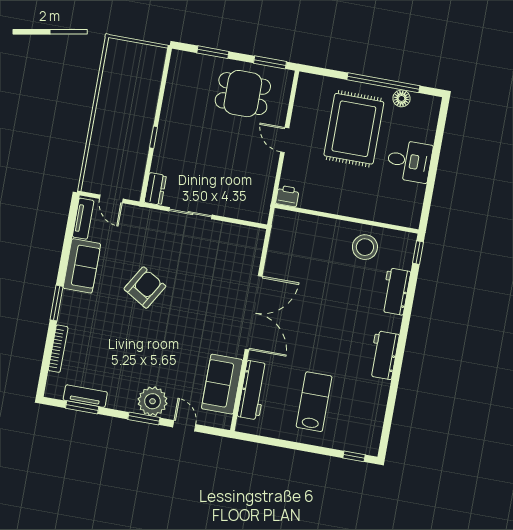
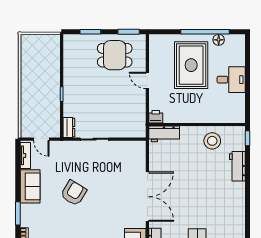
workbench: (384, 355) -> (164, 134), moved, turned -90

